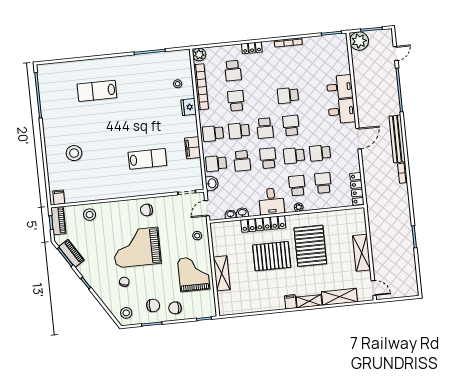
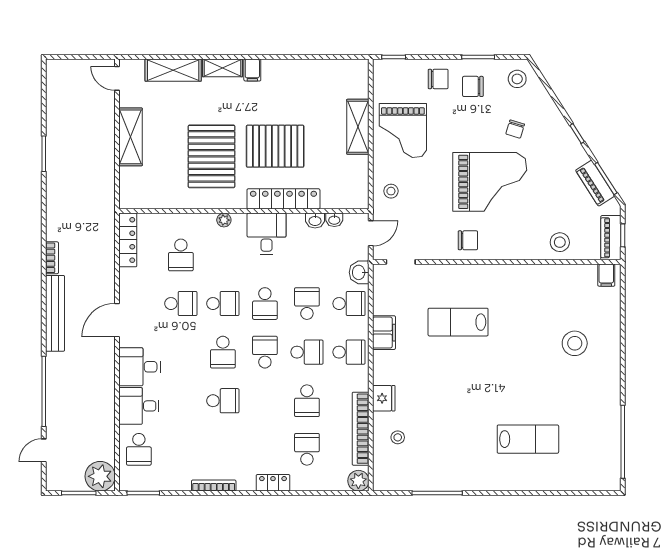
school desk: (297, 186) -> (139, 449), moved

